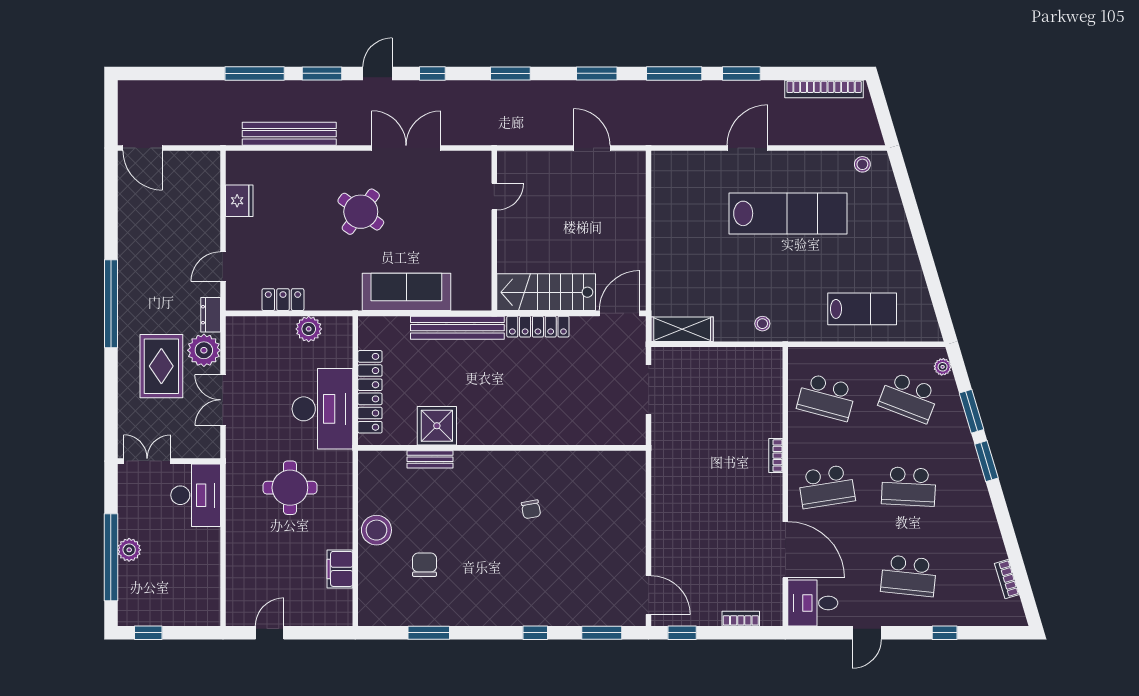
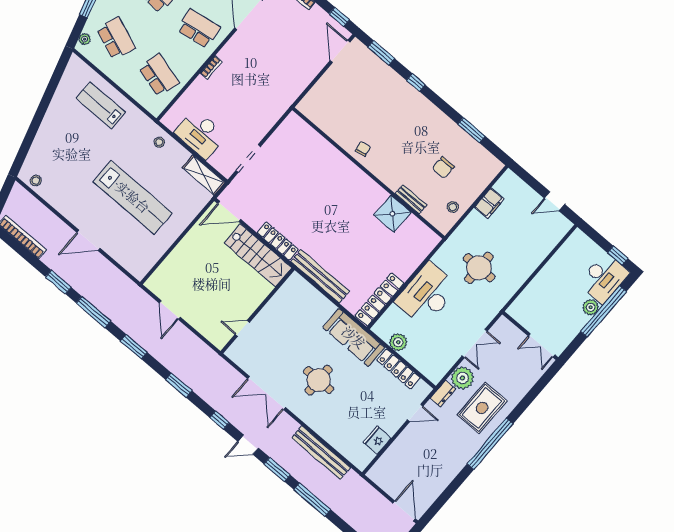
round table: (361, 212) -> (319, 380), turned -36
lab bench: (788, 213) -> (133, 197), moved, turned 180
sofa: (406, 292) -> (354, 337), moved
locker: (283, 300) -> (399, 369), width x1.53
rug: (161, 366) -> (482, 408), moved
desk: (725, 372) -> (200, 134), added
locker: (370, 392) -> (380, 299), moved
shower: (437, 426) -> (392, 214), moved
wall: (502, 448) -> (368, 173), moved
bench: (430, 459) -> (411, 199), moved
desk: (196, 495) -> (604, 278), moved, turned 180
stool: (376, 530) -> (453, 207), width x0.53, depth x0.53

